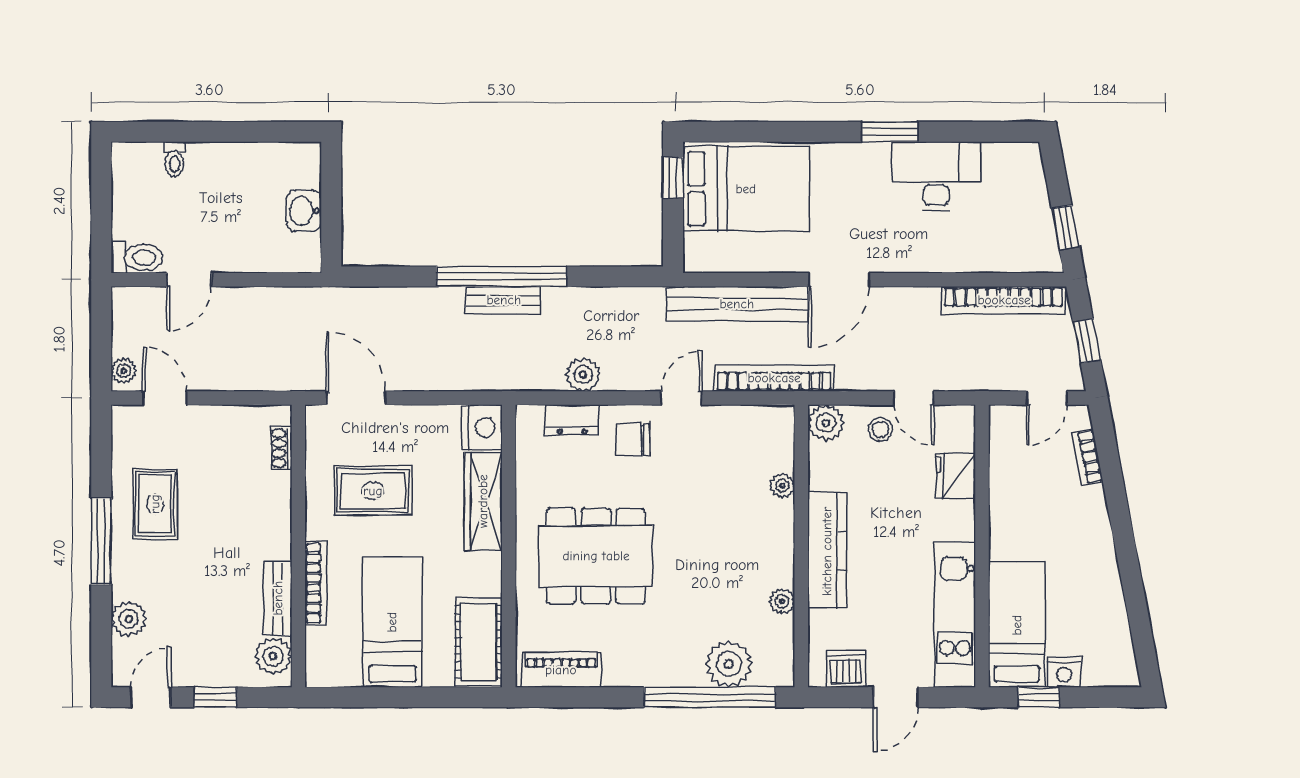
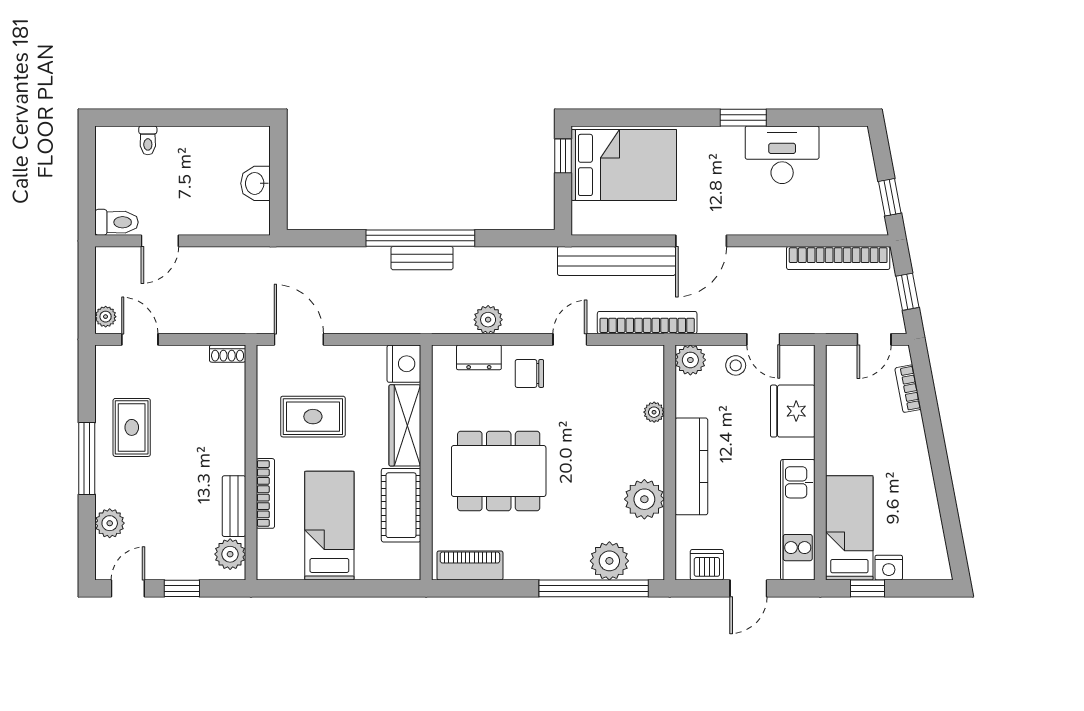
shoe rack: (281, 448) -> (228, 354), moved, turned -90
fridge: (956, 476) -> (793, 411), width x1.36, depth x1.34
plant: (782, 601) -> (644, 499), width x1.87, depth x1.87
cot: (479, 642) -> (401, 505), moved

